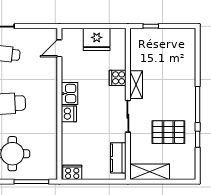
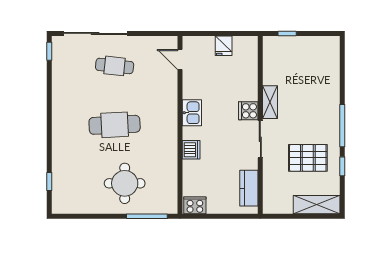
fridge: (97, 39) -> (224, 46), width x0.53, depth x0.75
door: (59, 48) -> (180, 60), hinge flipped
cooker: (118, 78) -> (248, 111), moved
dishwasher: (69, 114) -> (191, 150), moved
shelving: (150, 172) -> (317, 205), moved

